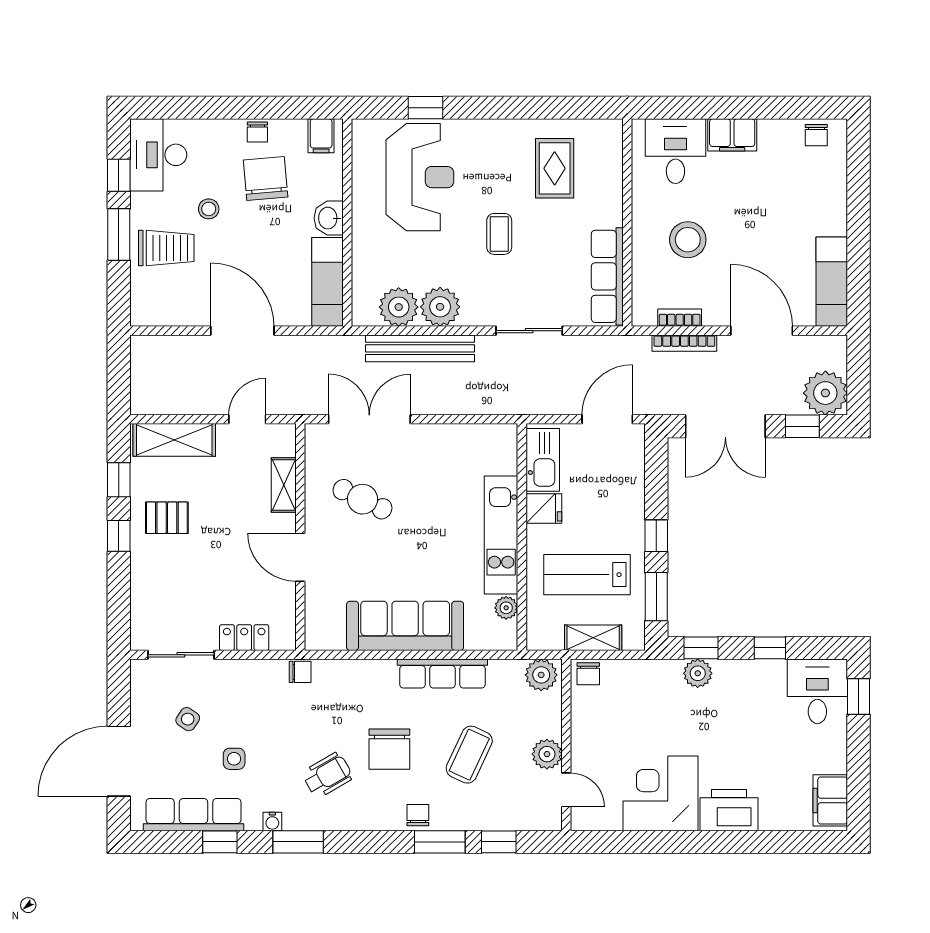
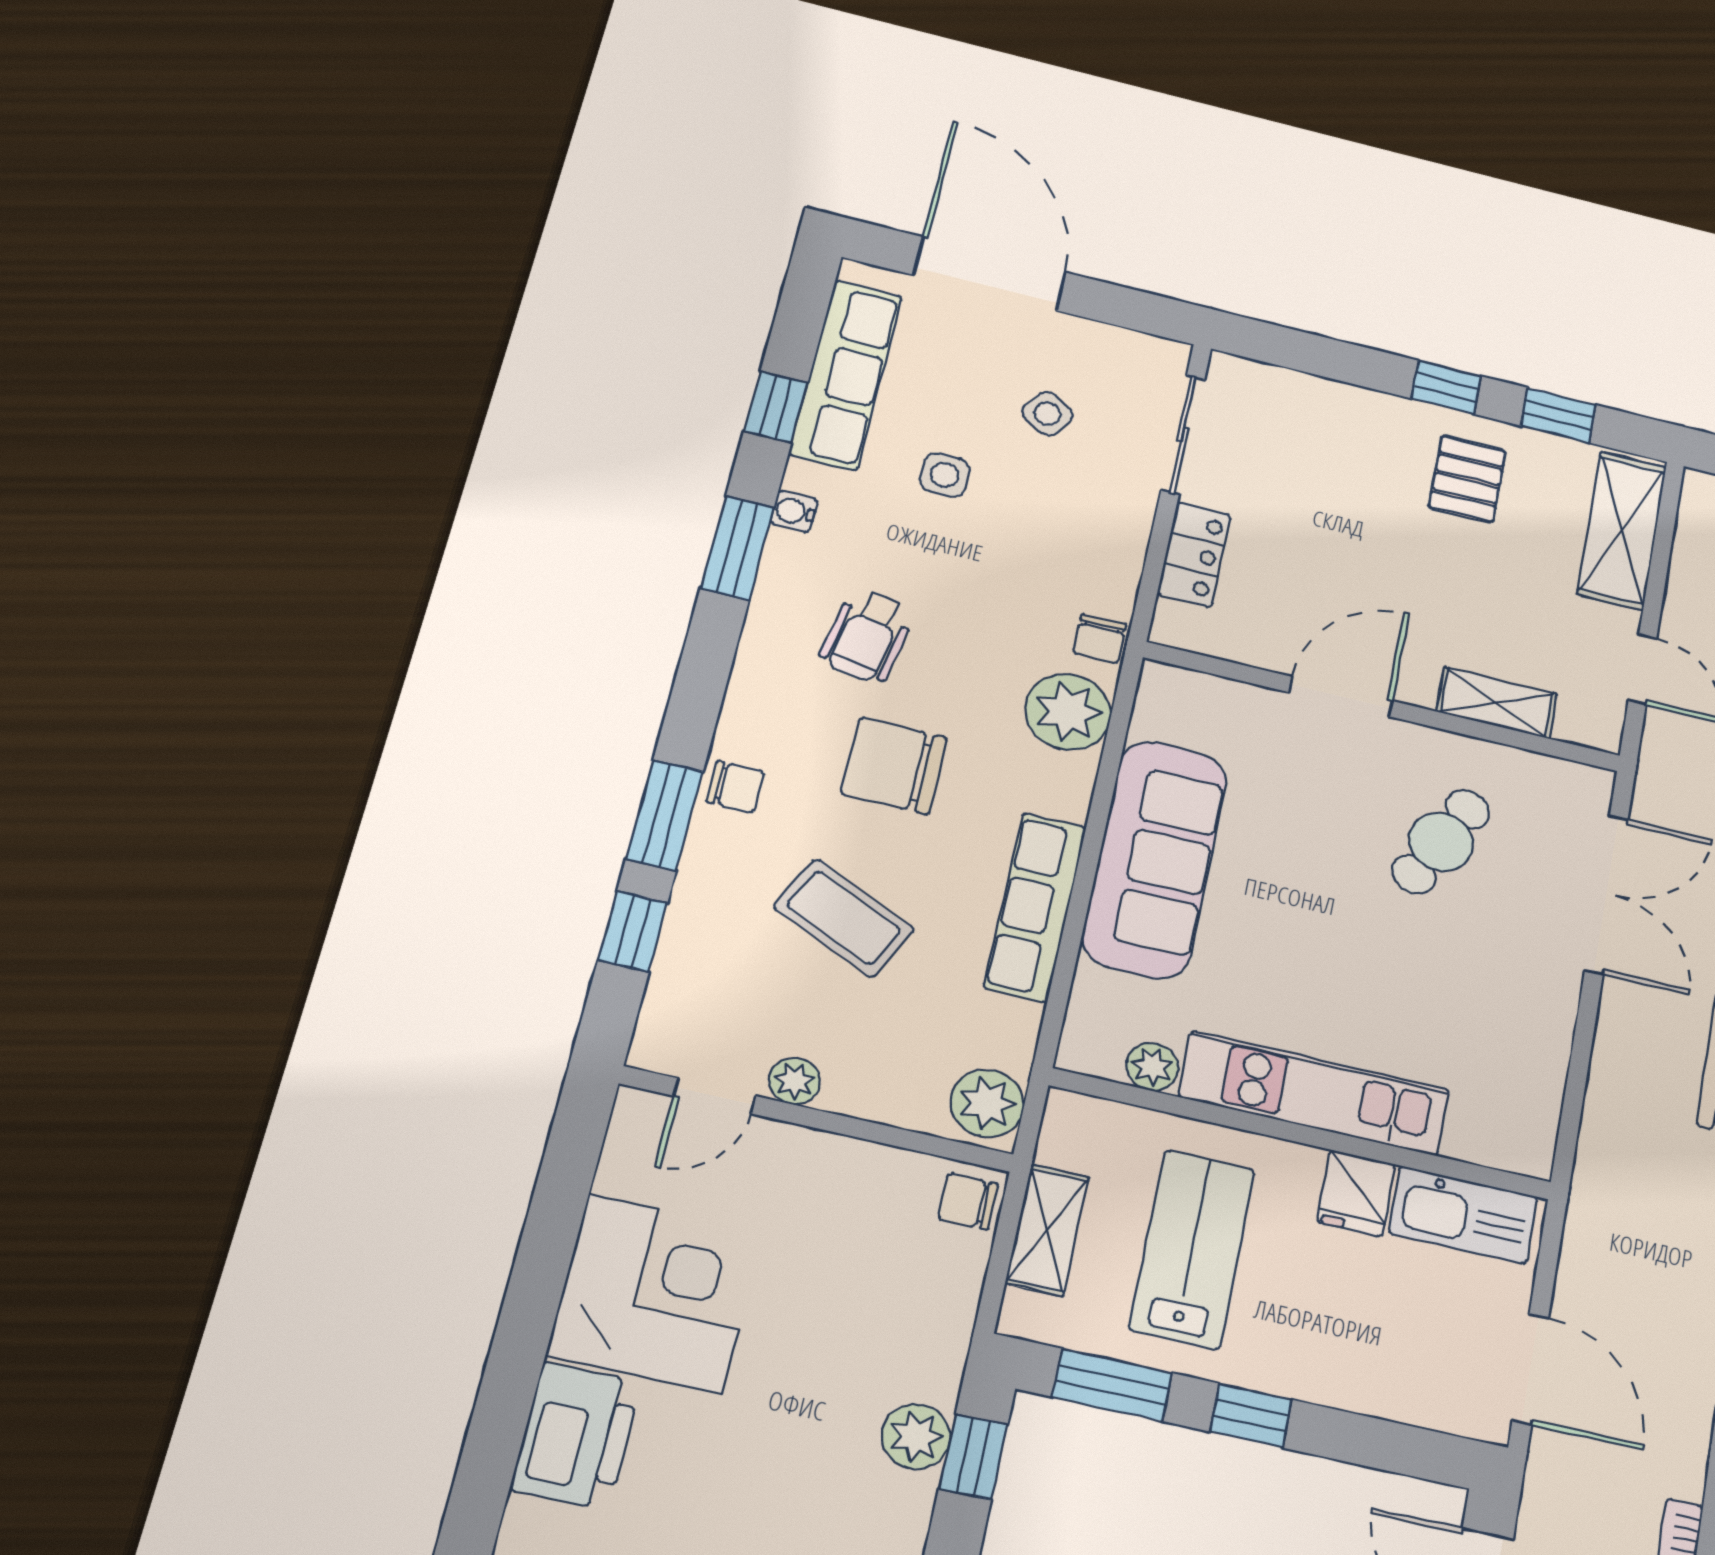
plant: (342, 679) -> (1068, 712), added
plant: (547, 754) -> (795, 1081), width x0.73, depth x0.73
wheelchair: (327, 775) -> (867, 636), turned 40

